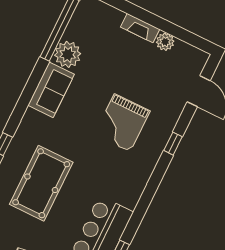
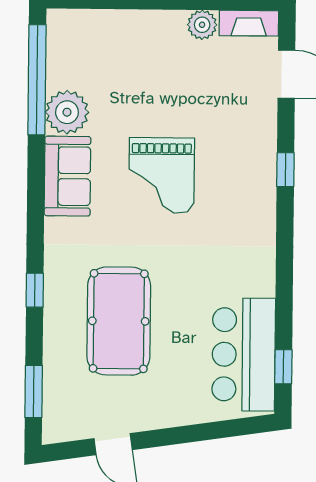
fireplace: (140, 28) -> (249, 23), moved
grand piano: (122, 123) -> (162, 175), moved

